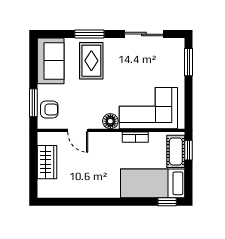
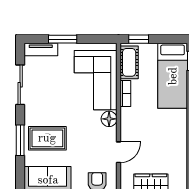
tv unit: (178, 54) -> (41, 49), added
window: (189, 62) -> (63, 39), moved
cot: (176, 151) -> (129, 62), moved, turned 90

